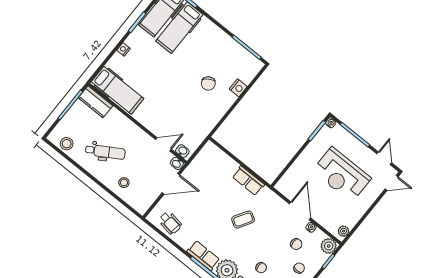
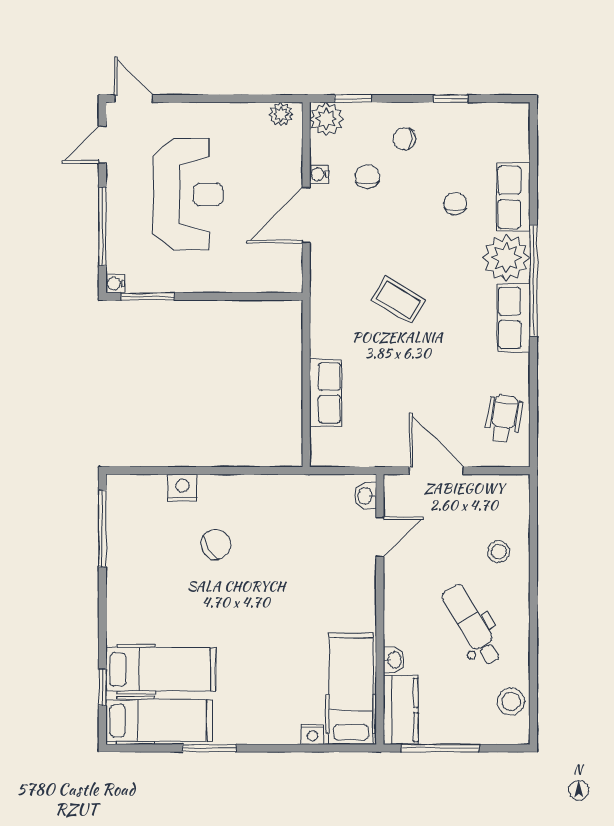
nightstand: (124, 49) -> (312, 734), moved
door: (163, 144) -> (380, 537), swing flipped
washbasin: (177, 163) -> (394, 660), moved
row of seats: (248, 181) -> (326, 393), moved

